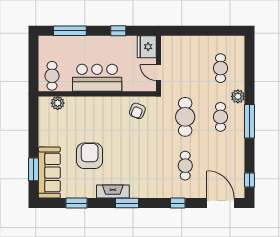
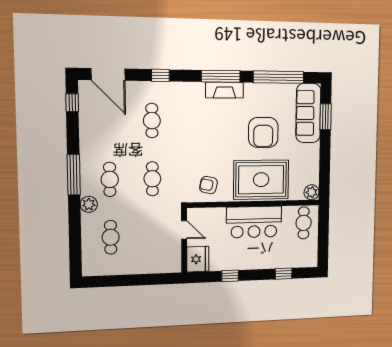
window: (70, 31) -> (284, 274), width x0.46
plant: (58, 103) -> (312, 192), moved
armchair: (137, 111) -> (208, 185), turned -100
rug: (91, 115) -> (261, 180), added
cafe table: (185, 117) -> (152, 179), width x0.73, depth x0.74
fireplace: (113, 192) -> (224, 90), moved
window: (76, 203) -> (279, 77), width x2.11
window: (127, 203) -> (221, 76), width x1.44

